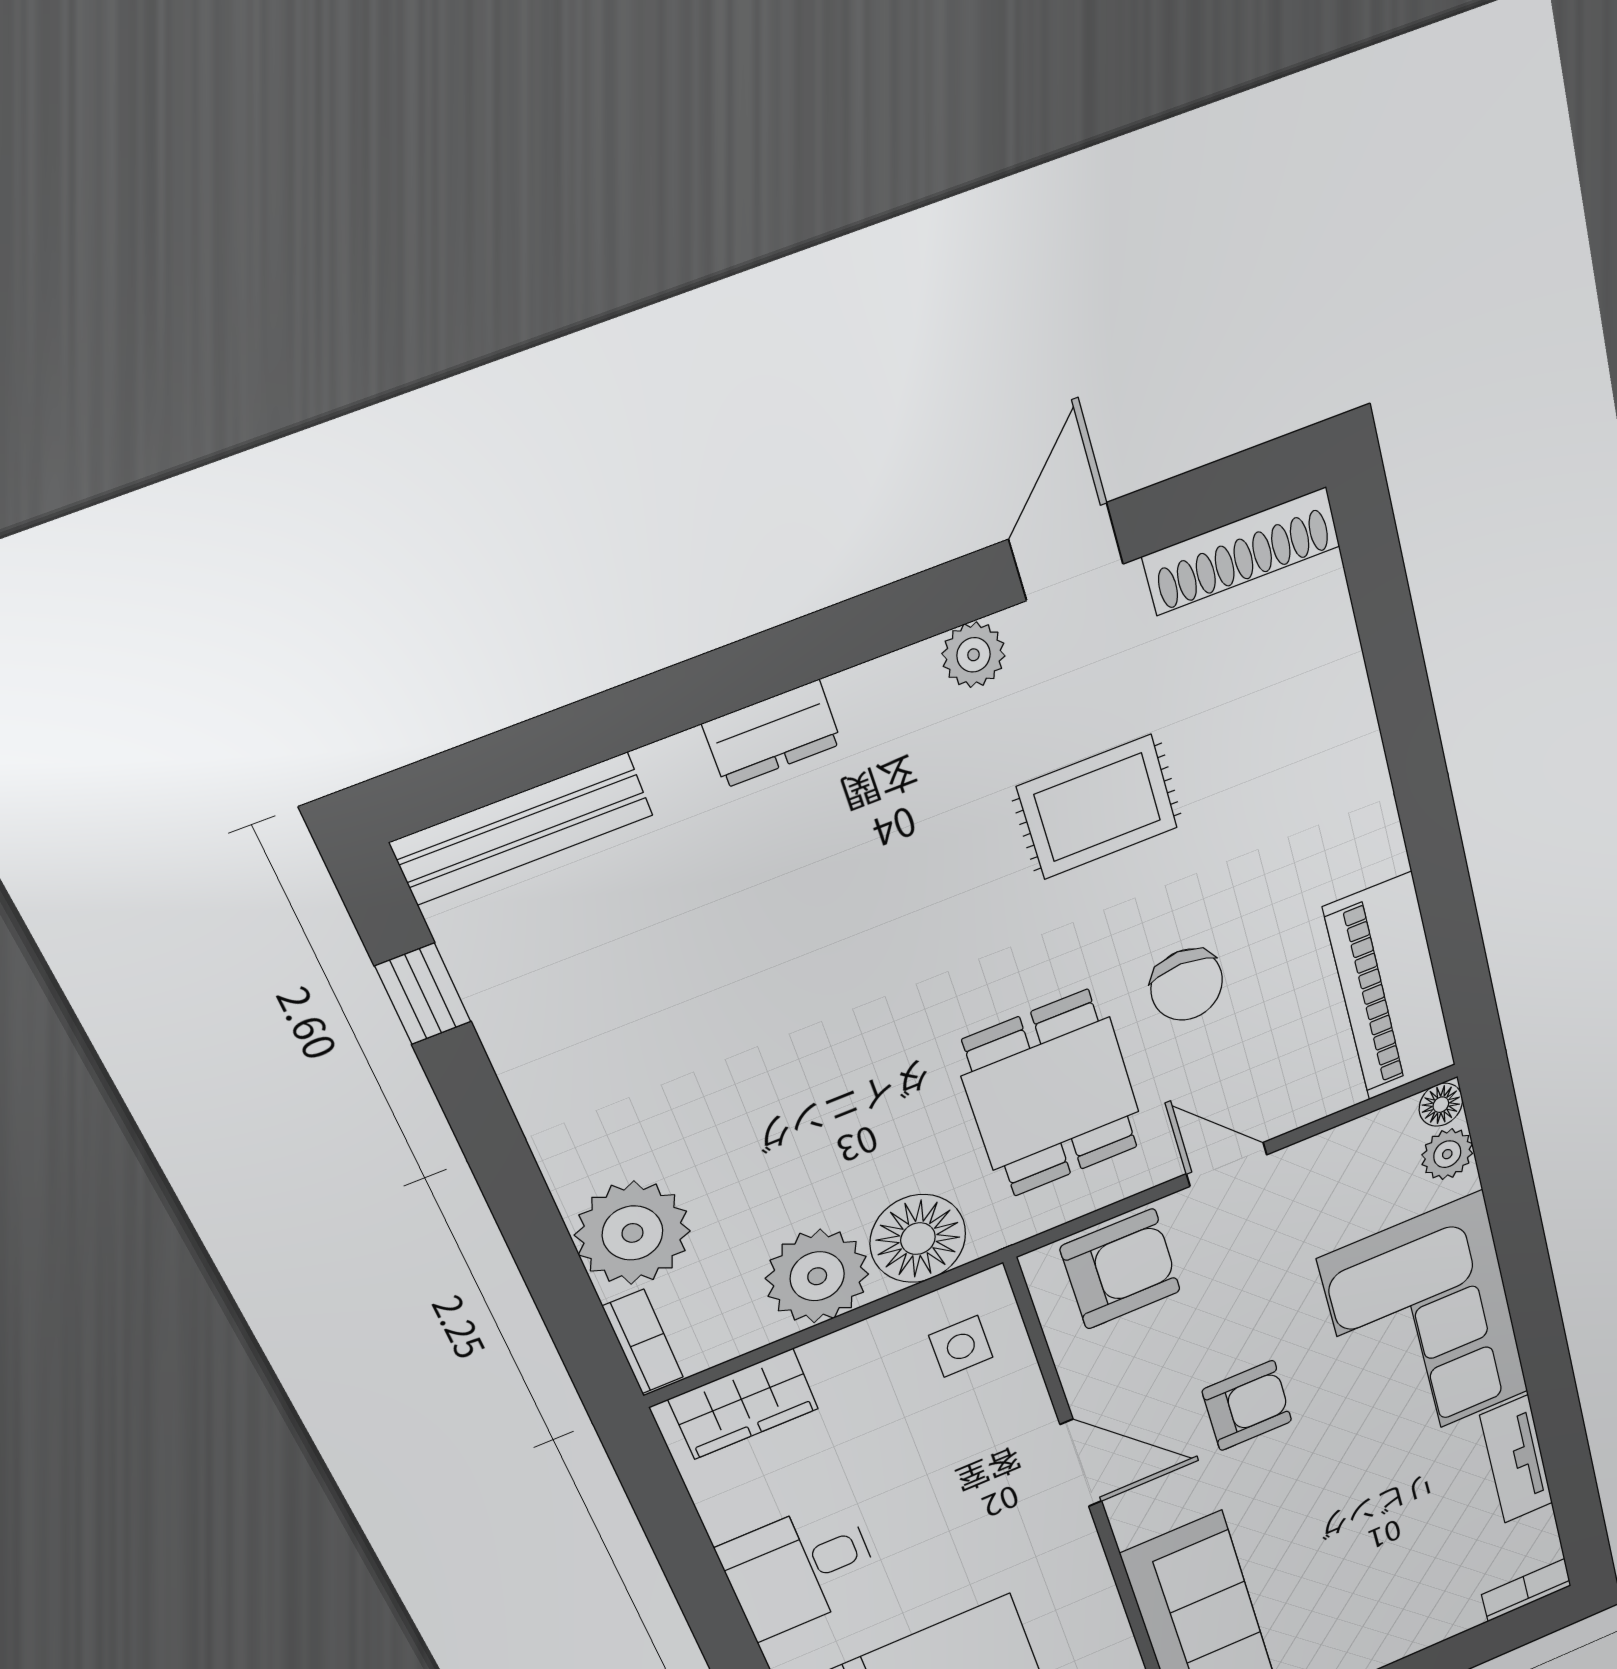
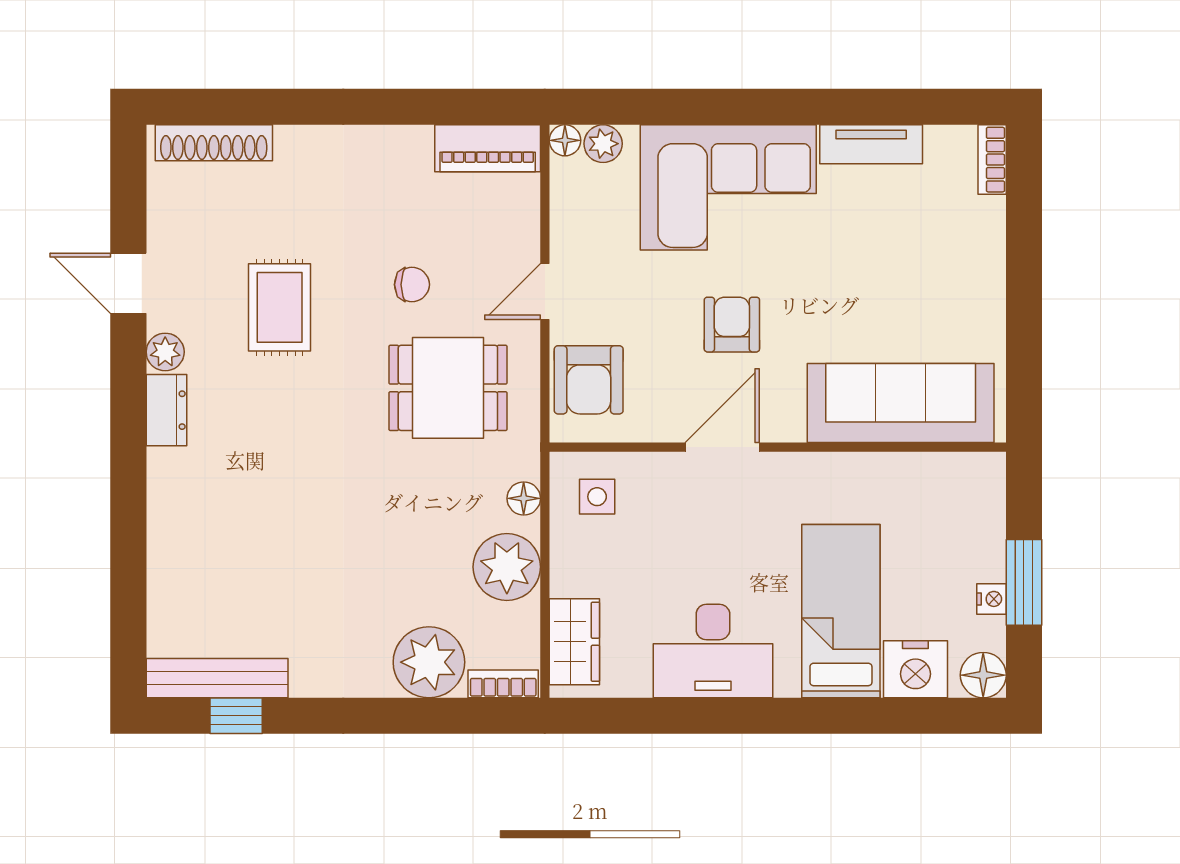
shoe rack: (1241, 551) -> (214, 143), moved, turned 90
dresser: (772, 734) -> (166, 410), moved
bench: (522, 829) -> (217, 678), moved, turned 90
chair: (1187, 985) -> (412, 285), width x0.73, depth x0.73
piano: (1390, 988) -> (488, 148), width x0.73, depth x0.75
floor lamp: (918, 1239) -> (524, 498), width x0.53, depth x0.53
armchair: (1120, 1269) -> (589, 380), turned 180
desk: (800, 1569) -> (713, 651), width x1.37

